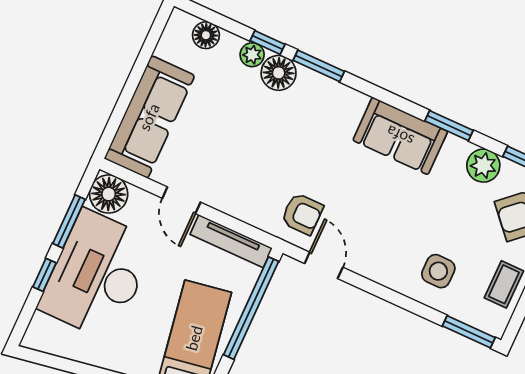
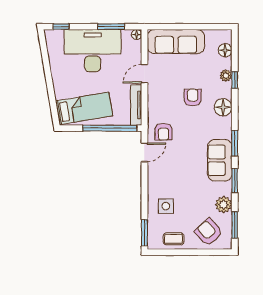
window: (319, 66) -> (235, 143), moved
floor lamp: (279, 73) -> (223, 107), moved
armchair: (264, 133) -> (193, 98), added
floor lamp: (109, 194) -> (137, 35), width x0.53, depth x0.53
window: (45, 275) -> (61, 27), moved

